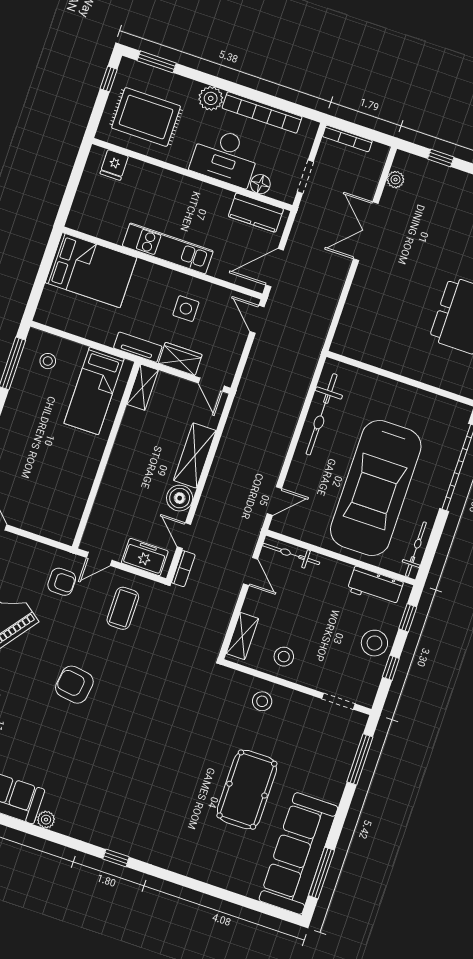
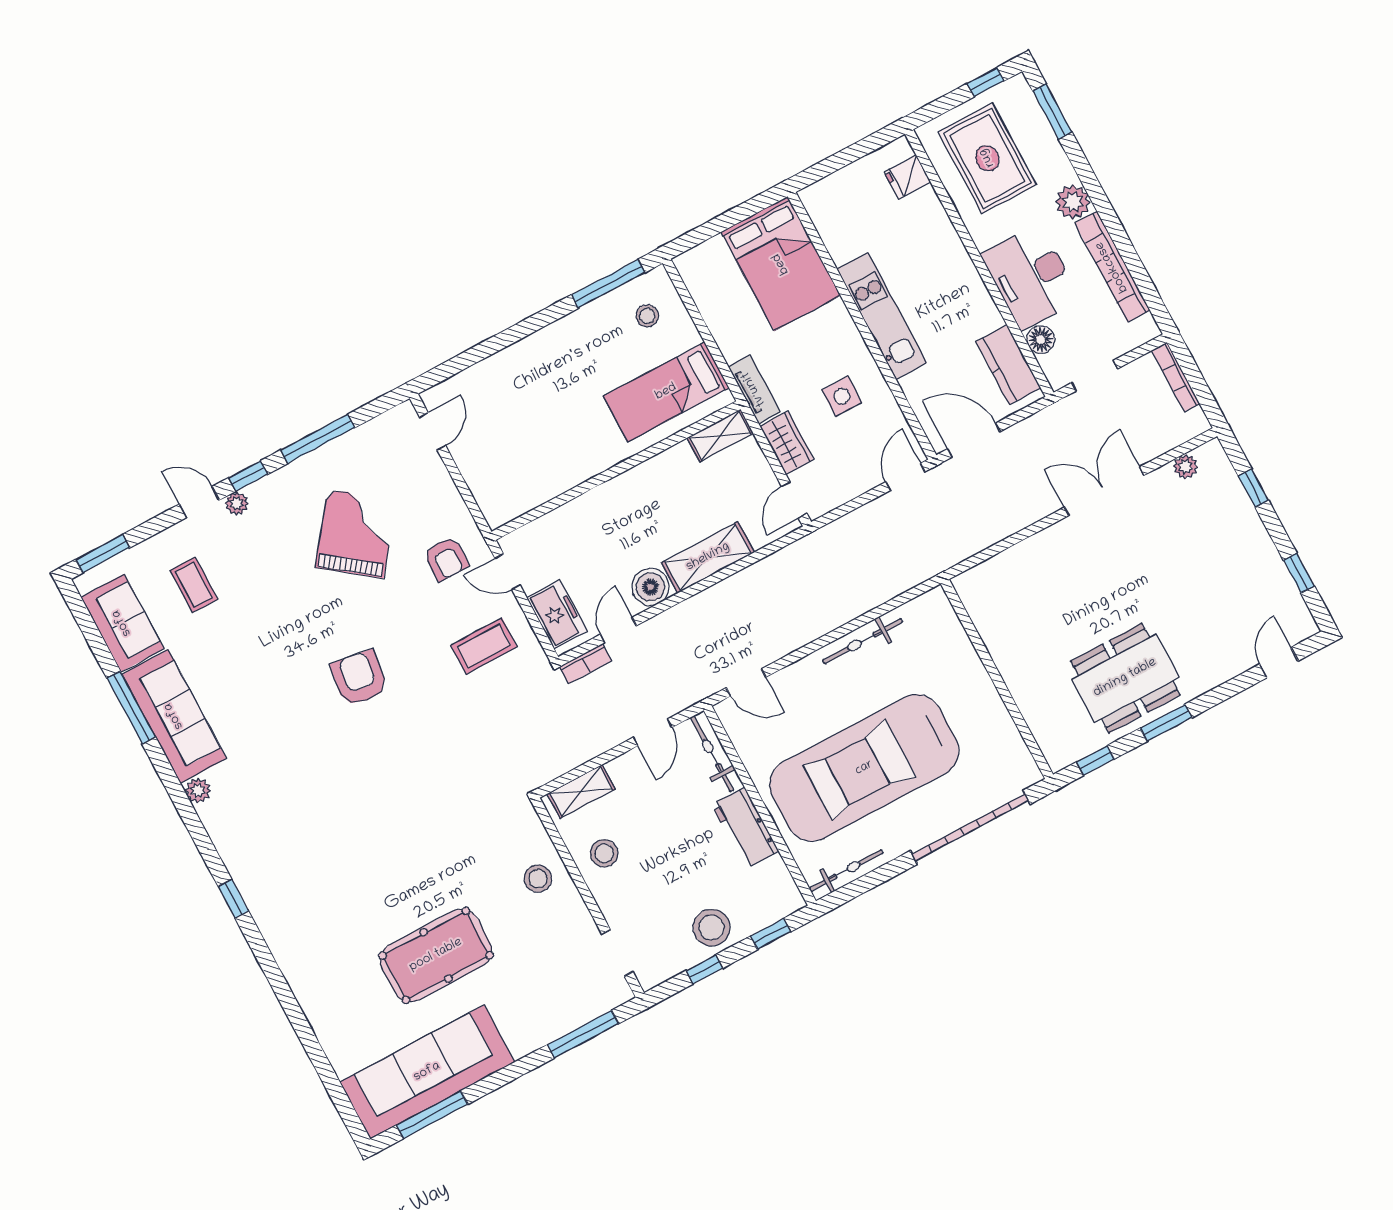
bicycle: (322, 414) -> (863, 641), width x0.73, depth x0.71
workbench: (375, 586) -> (745, 828), moved

